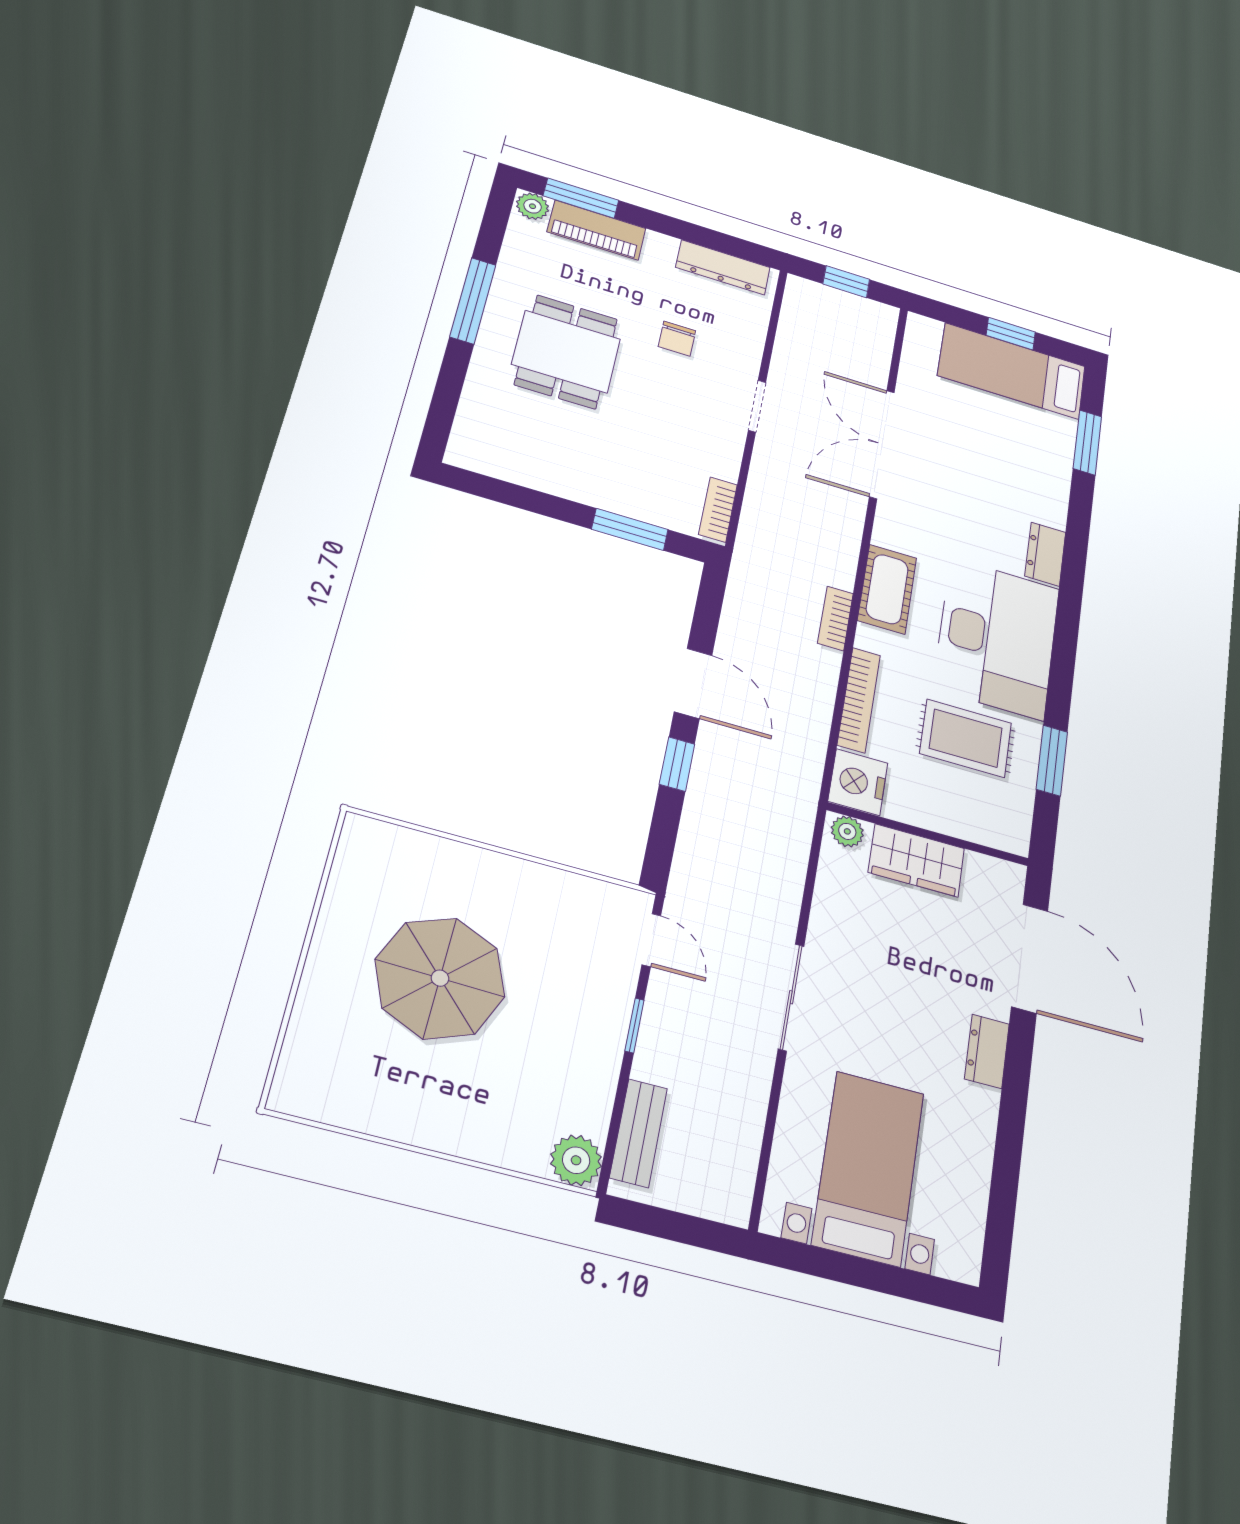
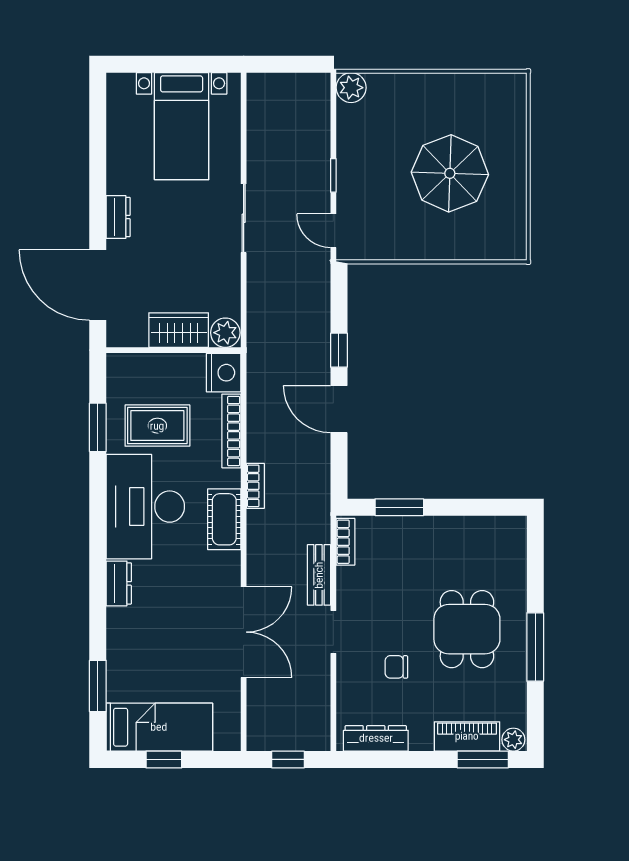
chair: (677, 339) -> (396, 667), turned -90
plant: (847, 831) -> (225, 333), width x1.38, depth x1.38
bench: (638, 1133) -> (319, 575), moved

